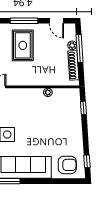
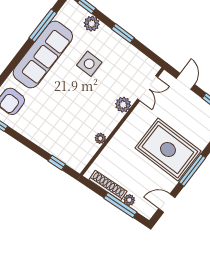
rug: (23, 45) -> (168, 150), width x1.37, depth x1.44
plant: (16, 94) -> (123, 105), added

